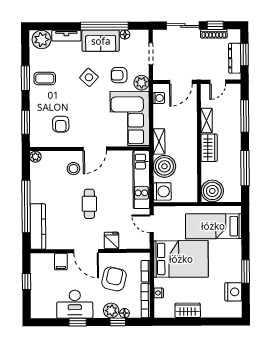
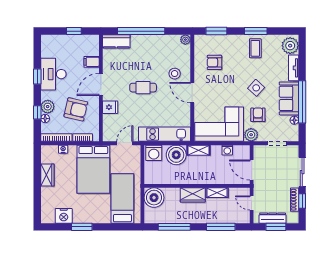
washing machine: (159, 98) -> (227, 150), moved
kitchen counter: (38, 226) -> (116, 41), width x0.67

